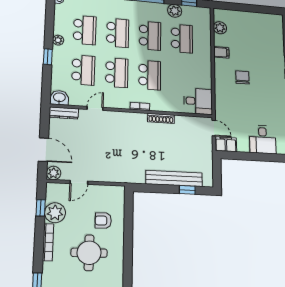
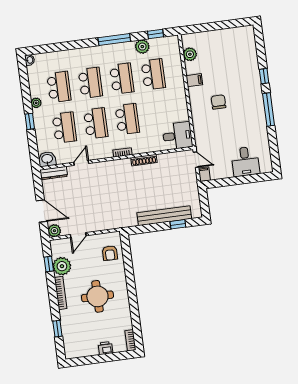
filing cabinet: (226, 144) -> (204, 174), width x0.50
armchair: (103, 221) -> (110, 253), moved, turned -90

